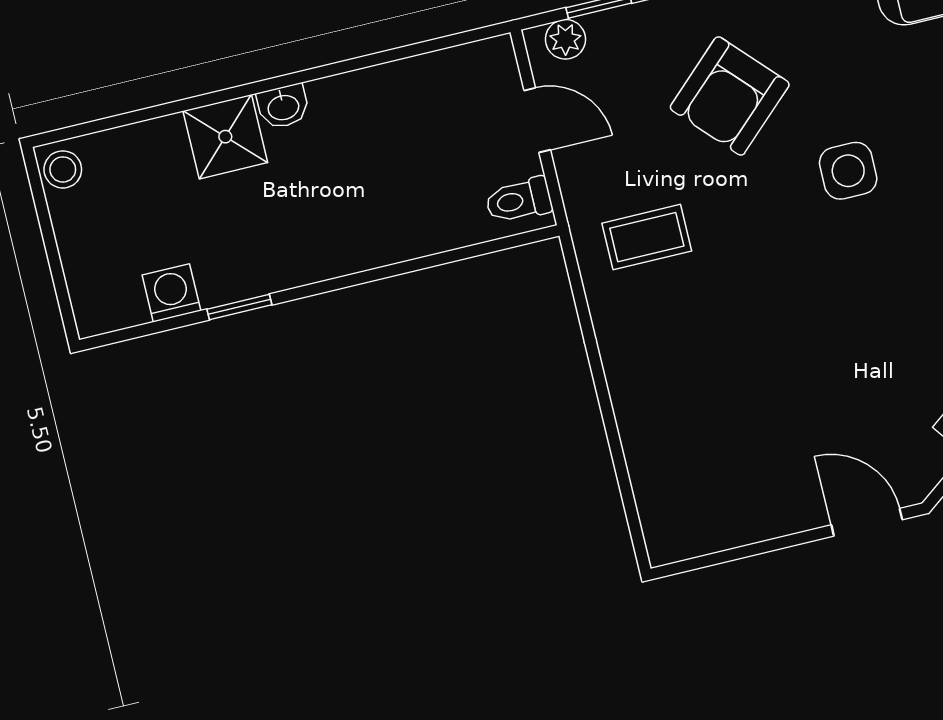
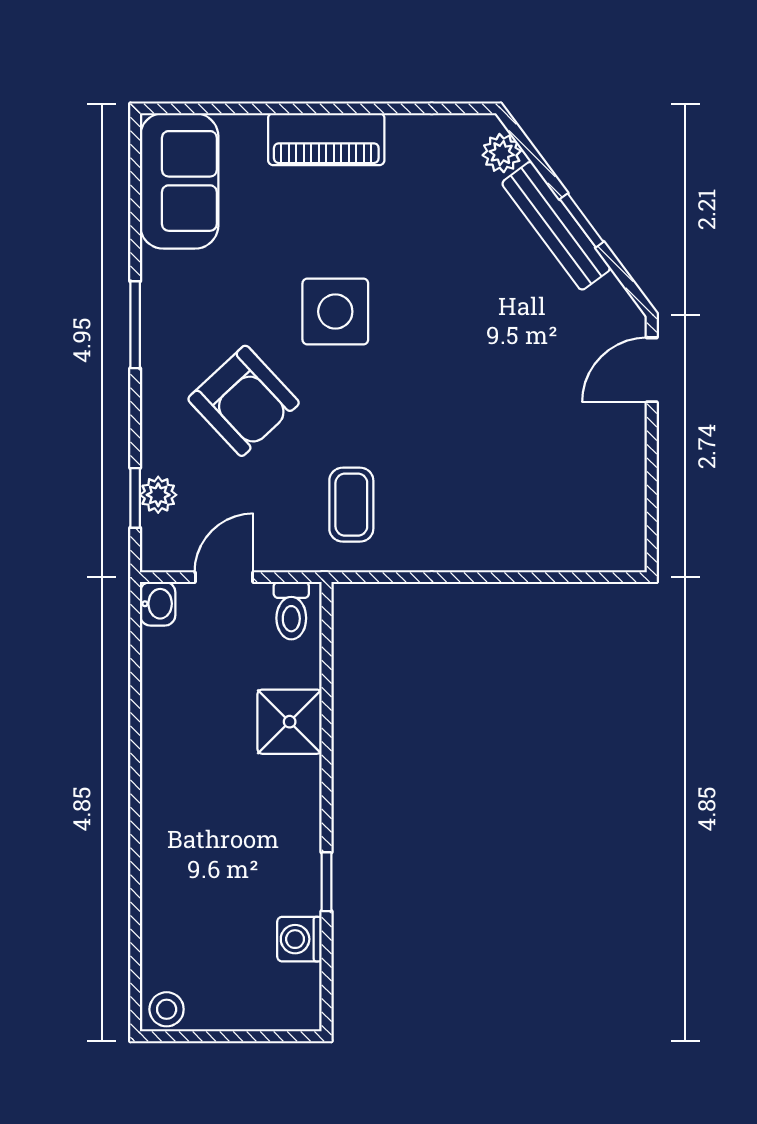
plant: (565, 39) -> (158, 495), moved
washbasin: (283, 106) -> (158, 604), moved
shower: (225, 137) -> (290, 722), moved
side table: (848, 171) -> (335, 312), width x1.37, depth x1.37

